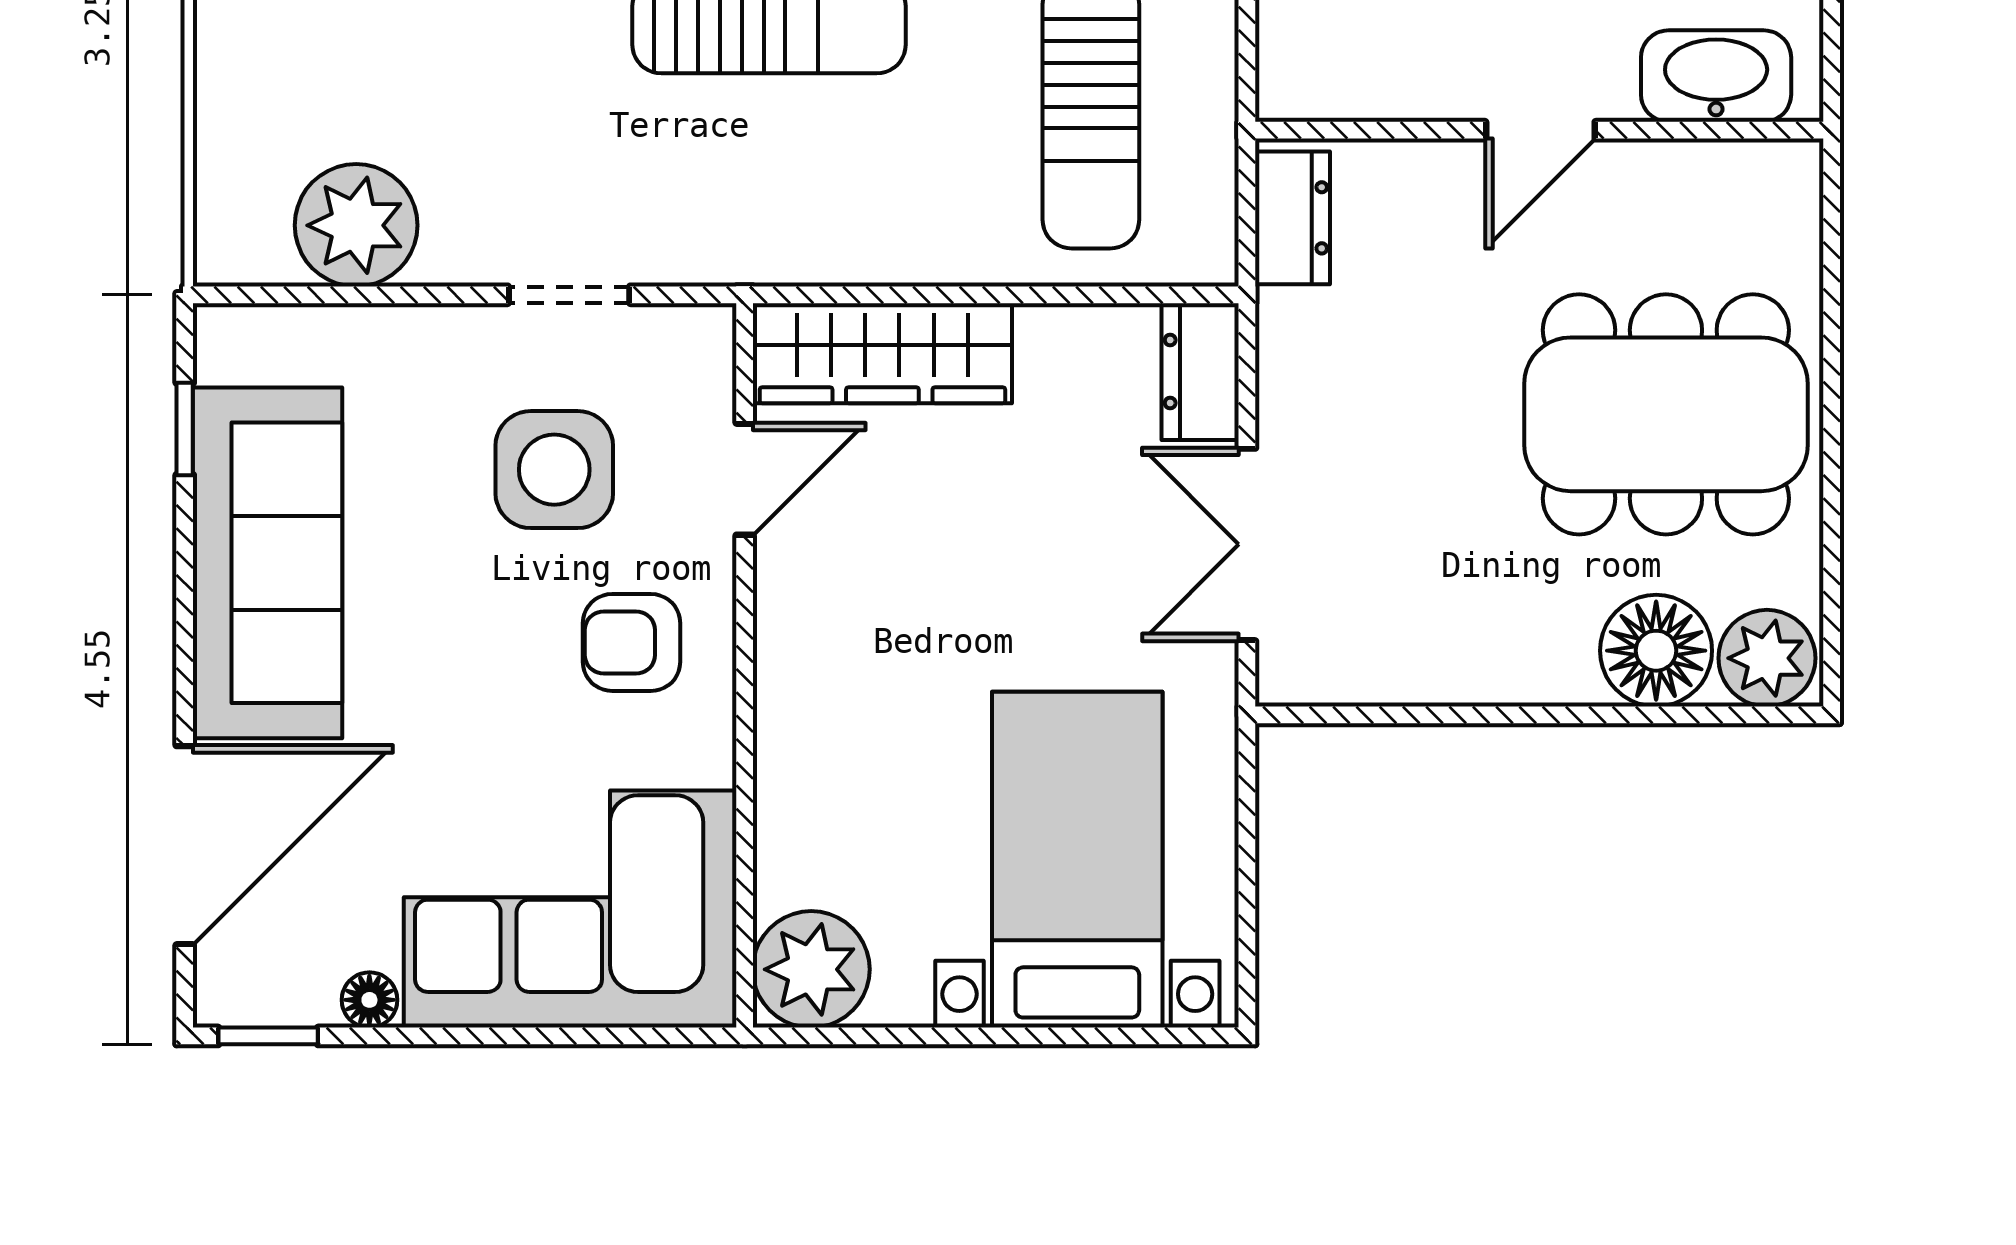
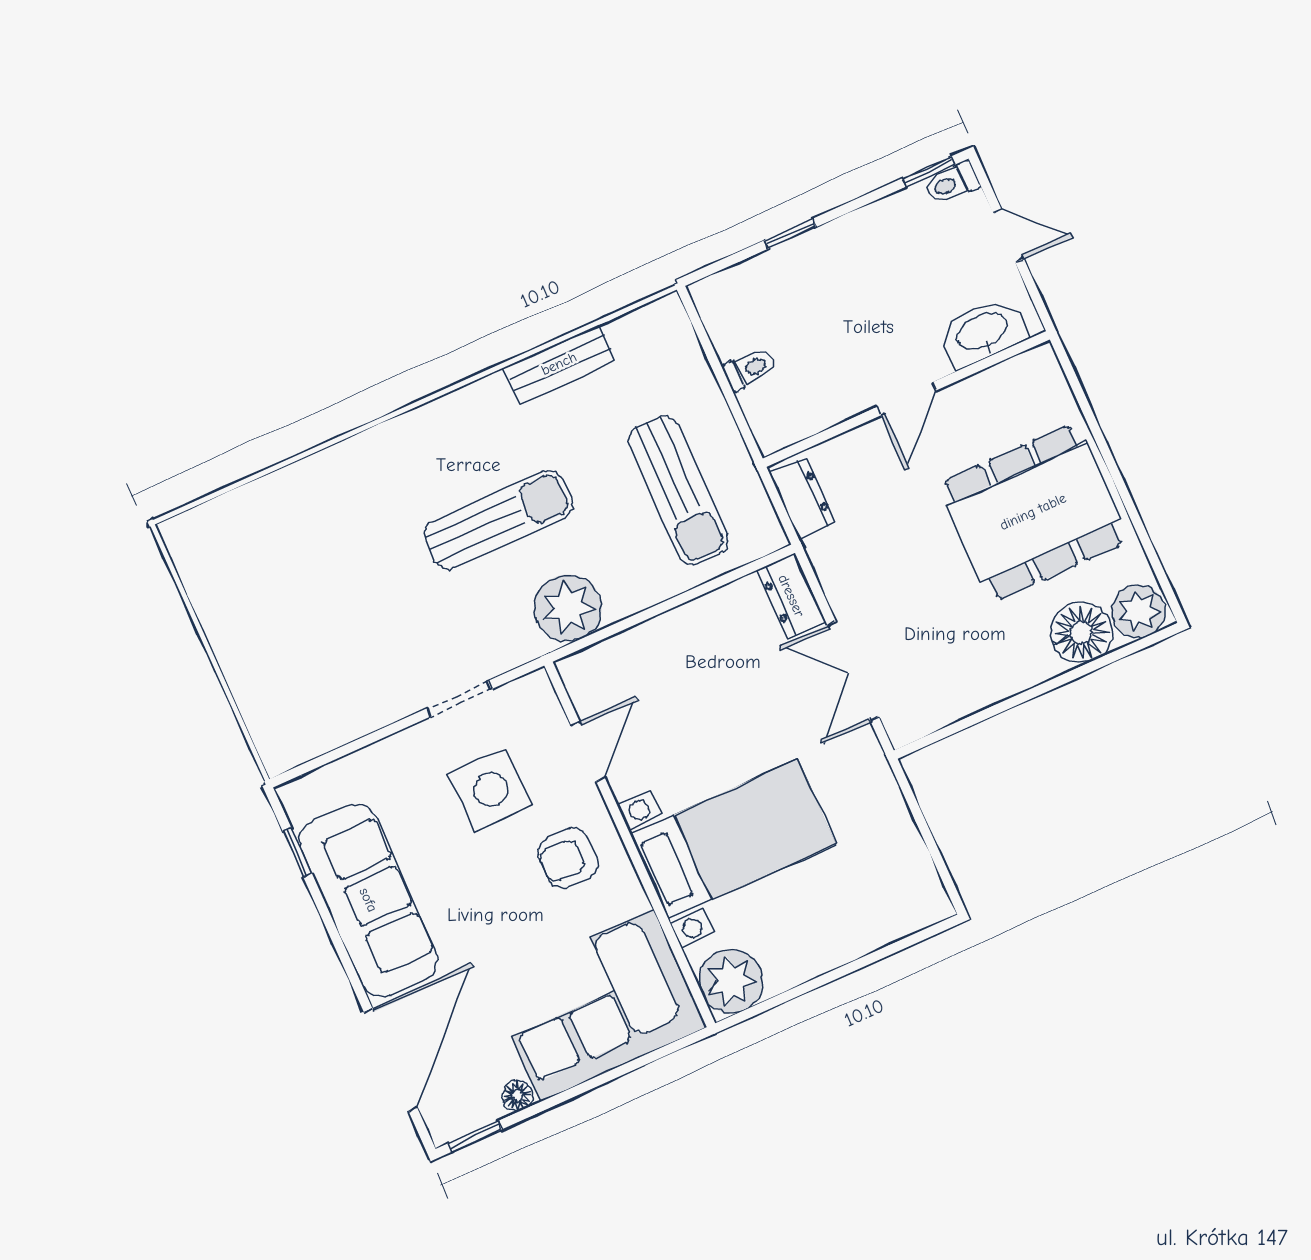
plant: (356, 225) -> (568, 608), moved
wardrobe: (882, 353) -> (628, 658), removed
bed with nightstands: (1077, 860) -> (733, 839), moved, turned 90

